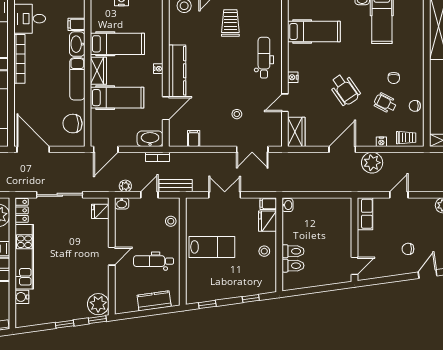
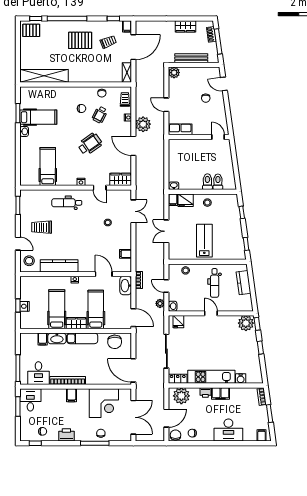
kitchen counter: (177, 71) -> (59, 266), moved
door: (33, 149) -> (133, 370), hinge flipped
bench: (176, 186) -> (160, 267), removed

